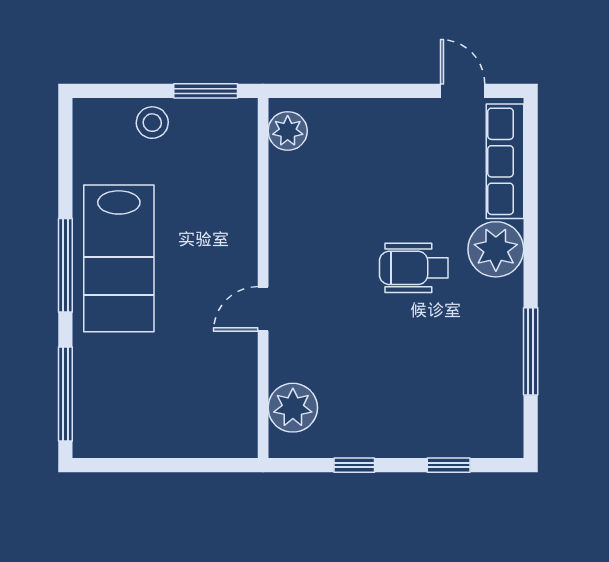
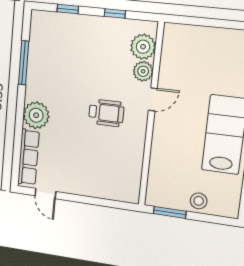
plant: (288, 131) -> (143, 71), moved
wheelchair: (414, 268) -> (106, 113), moved

